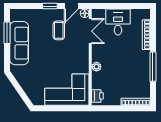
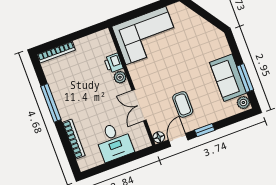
plant: (15, 16) -> (243, 103), added
double door: (90, 31) -> (139, 105), moved
sofa: (19, 43) -> (228, 78), width x0.73
printer: (97, 96) -> (113, 63), moved

